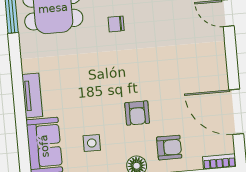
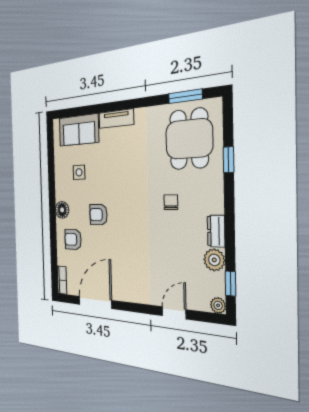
armchair: (169, 148) -> (73, 239), turned 90

